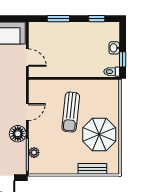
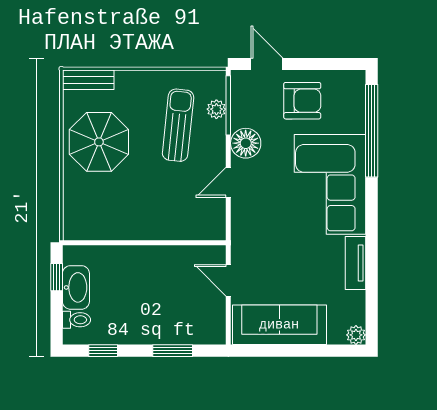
washbasin: (114, 48) -> (76, 287), width x1.91, depth x1.45
toilet: (112, 72) -> (76, 320), moved
sun lounger: (71, 112) -> (178, 125), moved
bench: (92, 169) -> (88, 80), moved

